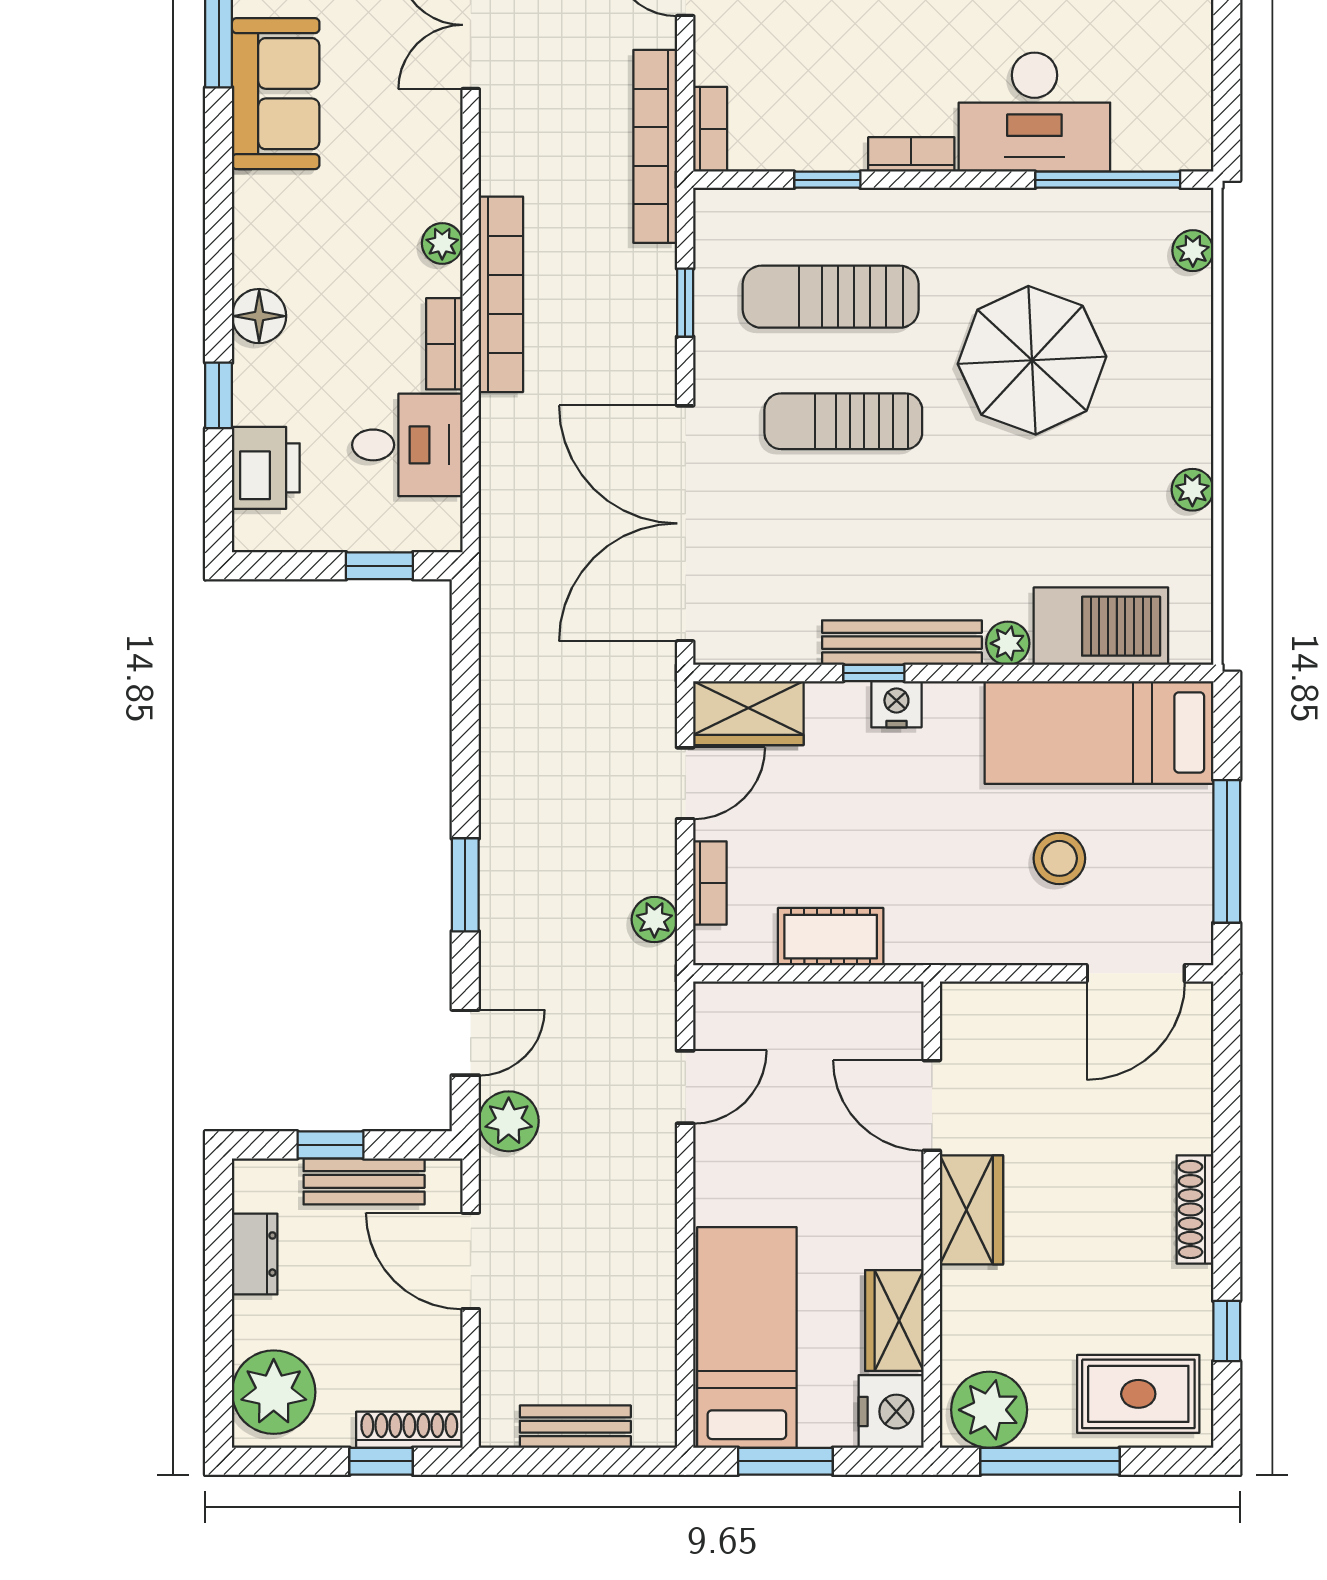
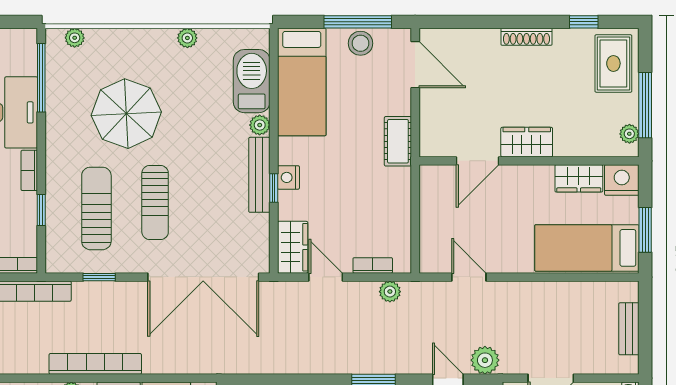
sun lounger: (831, 297) -> (96, 208), turned 180
stool: (1059, 858) -> (360, 43), moved
cot: (831, 937) -> (398, 141), moved
plant: (989, 1410) -> (629, 134), width x0.53, depth x0.53

